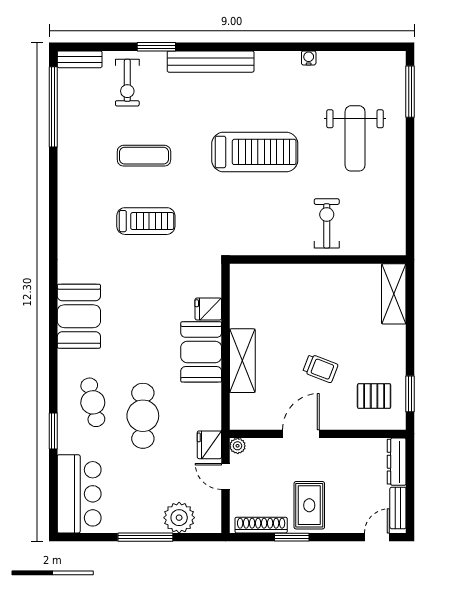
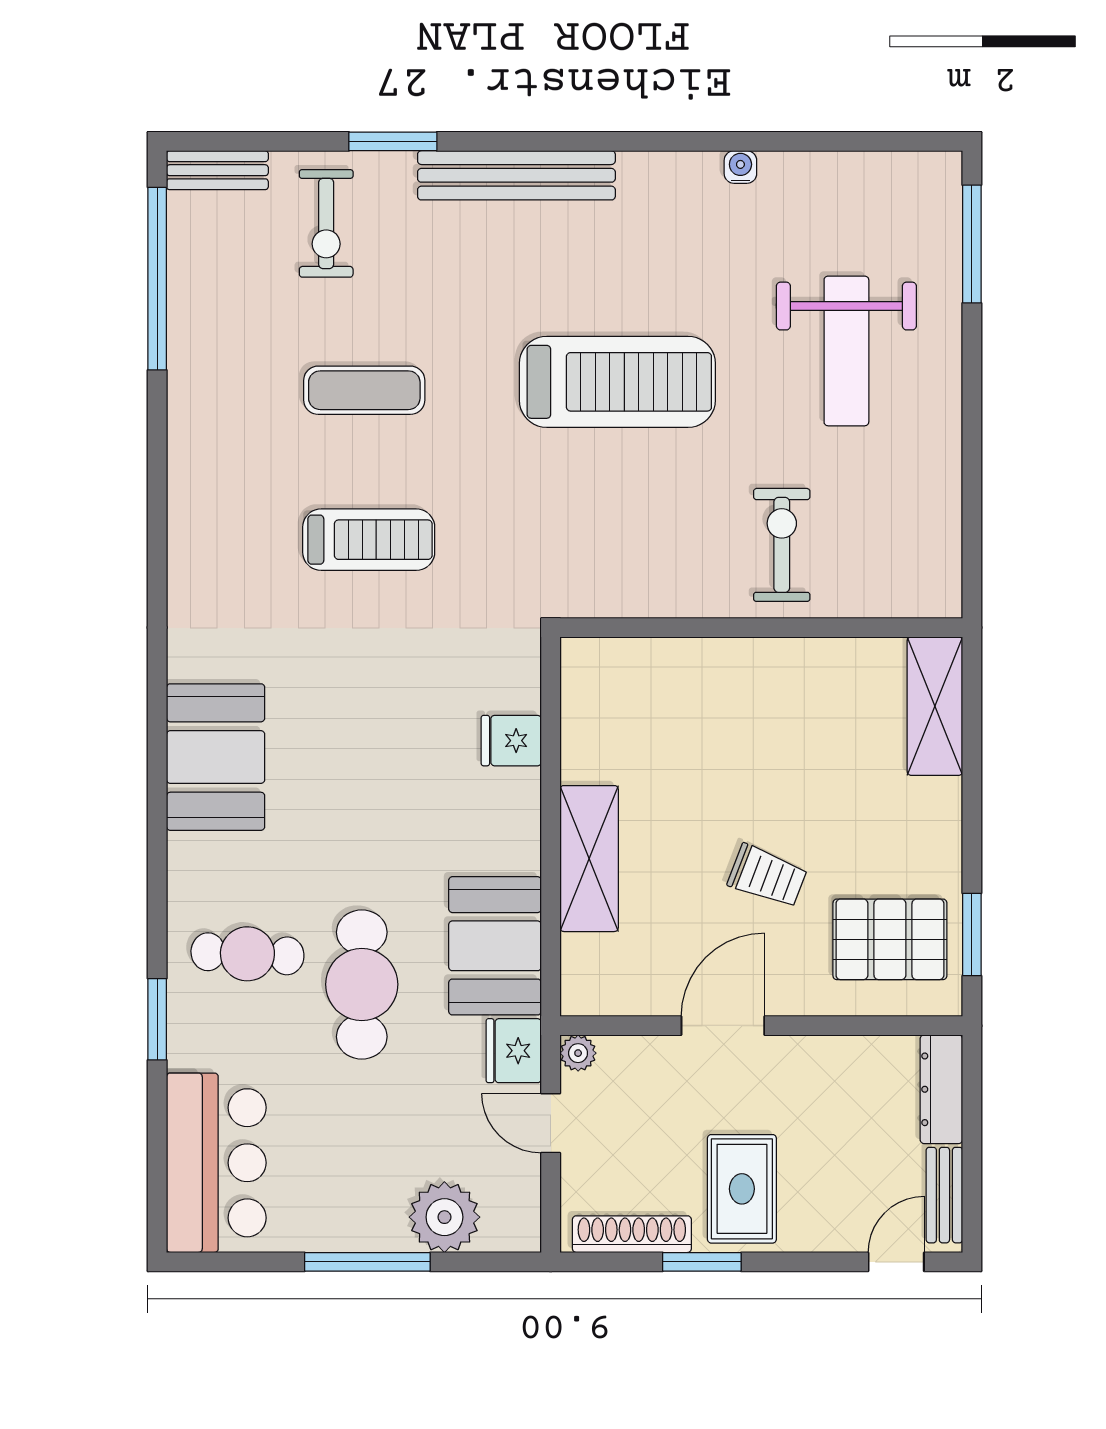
booth: (201, 352) -> (495, 946), moved
pallet: (374, 396) -> (890, 939), width x1.50, depth x1.42
cafe table: (93, 402) -> (247, 954), turned -75

